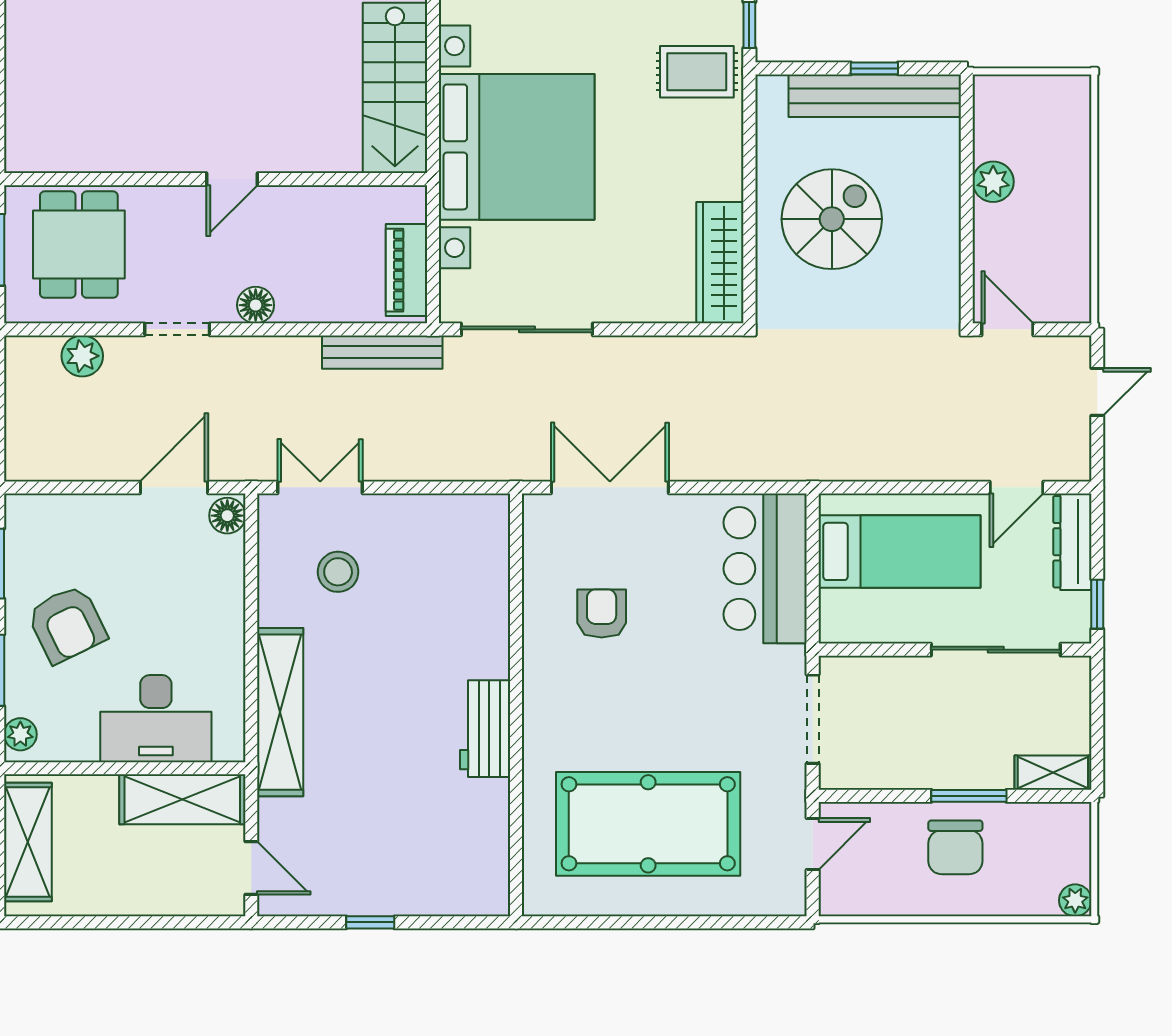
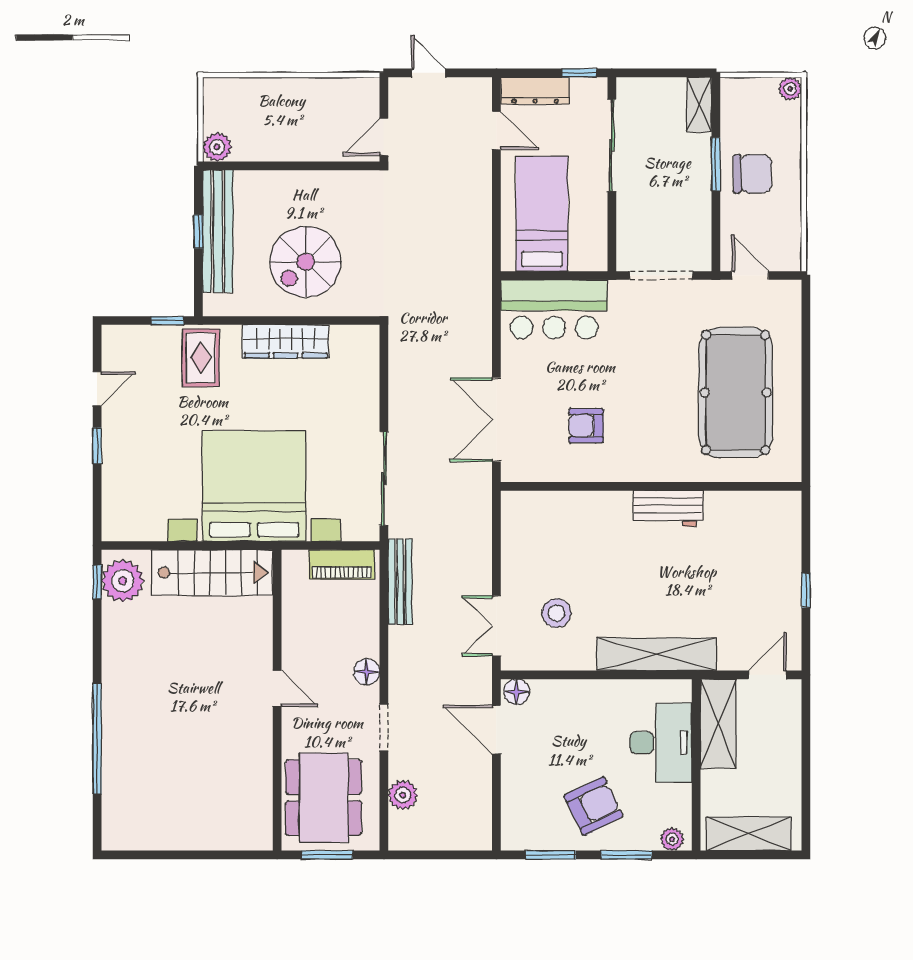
plant: (993, 182) -> (217, 147), moved
spiral stairs: (832, 219) -> (306, 262), turned -90
dining table: (79, 245) -> (324, 798), width x1.38
wardrobe: (720, 263) -> (286, 341), moved

